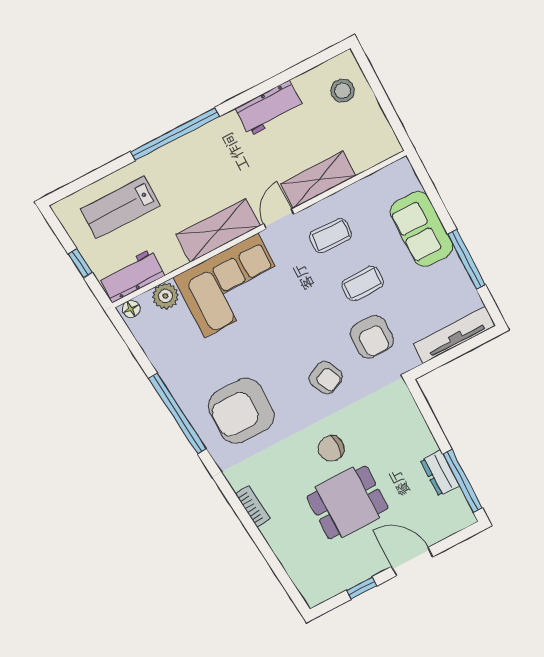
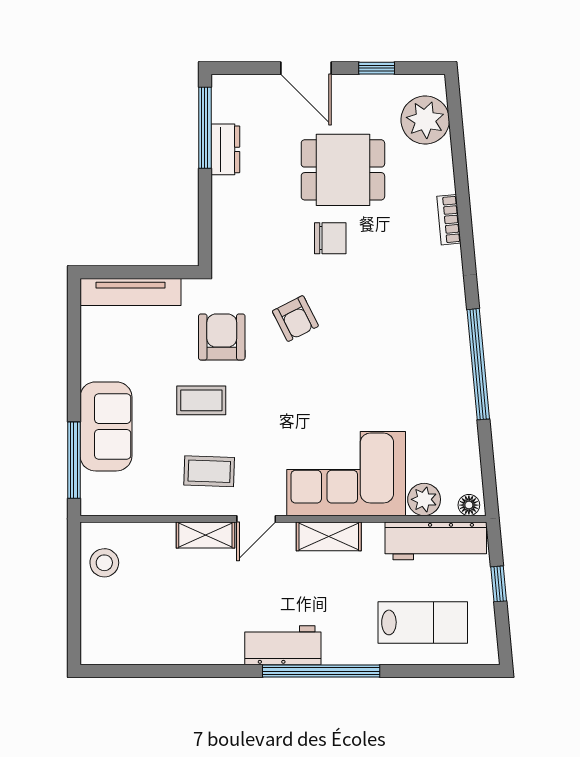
stool: (343, 91) -> (104, 563), moved
workbench: (269, 108) -> (283, 645), moved
shelving: (318, 180) -> (205, 535), width x0.67, depth x0.75
shelving: (218, 230) -> (329, 536), width x0.67, depth x0.75
window: (466, 259) -> (74, 460), moved
workbench: (132, 276) -> (436, 541), width x1.37
armchair: (326, 378) -> (295, 319), turned 180
armchair: (241, 411) -> (407, 330), removed
plant: (307, 569) -> (425, 120), added

